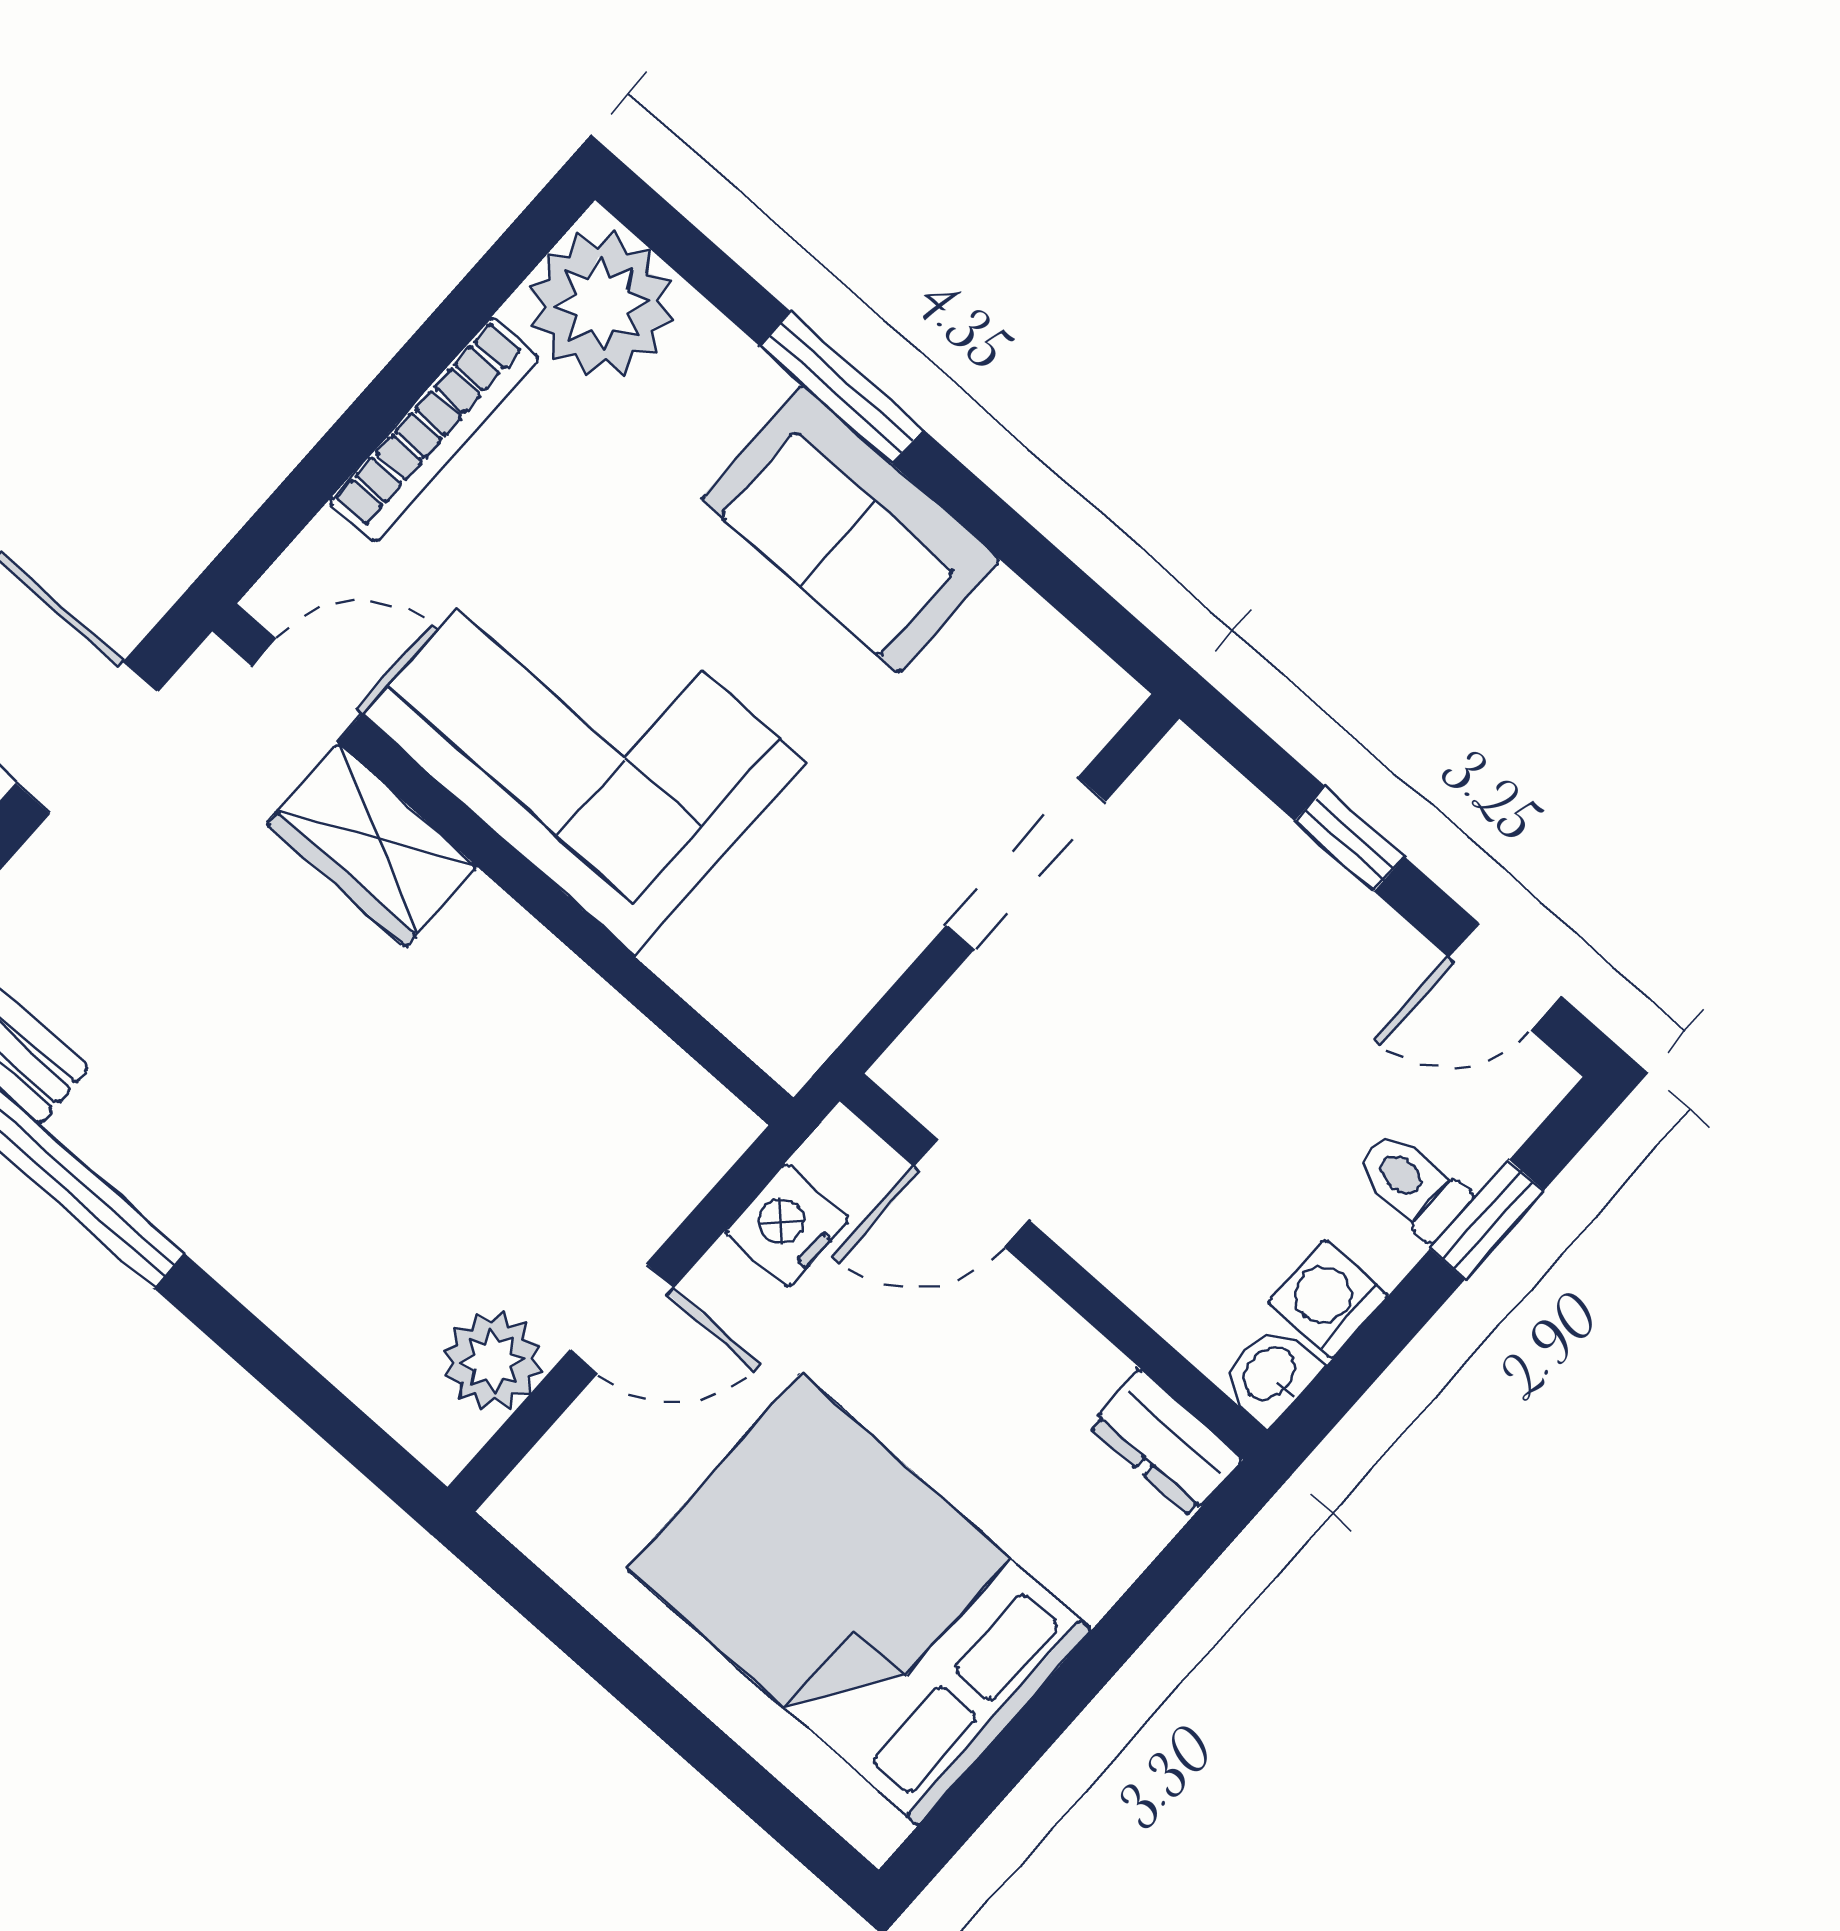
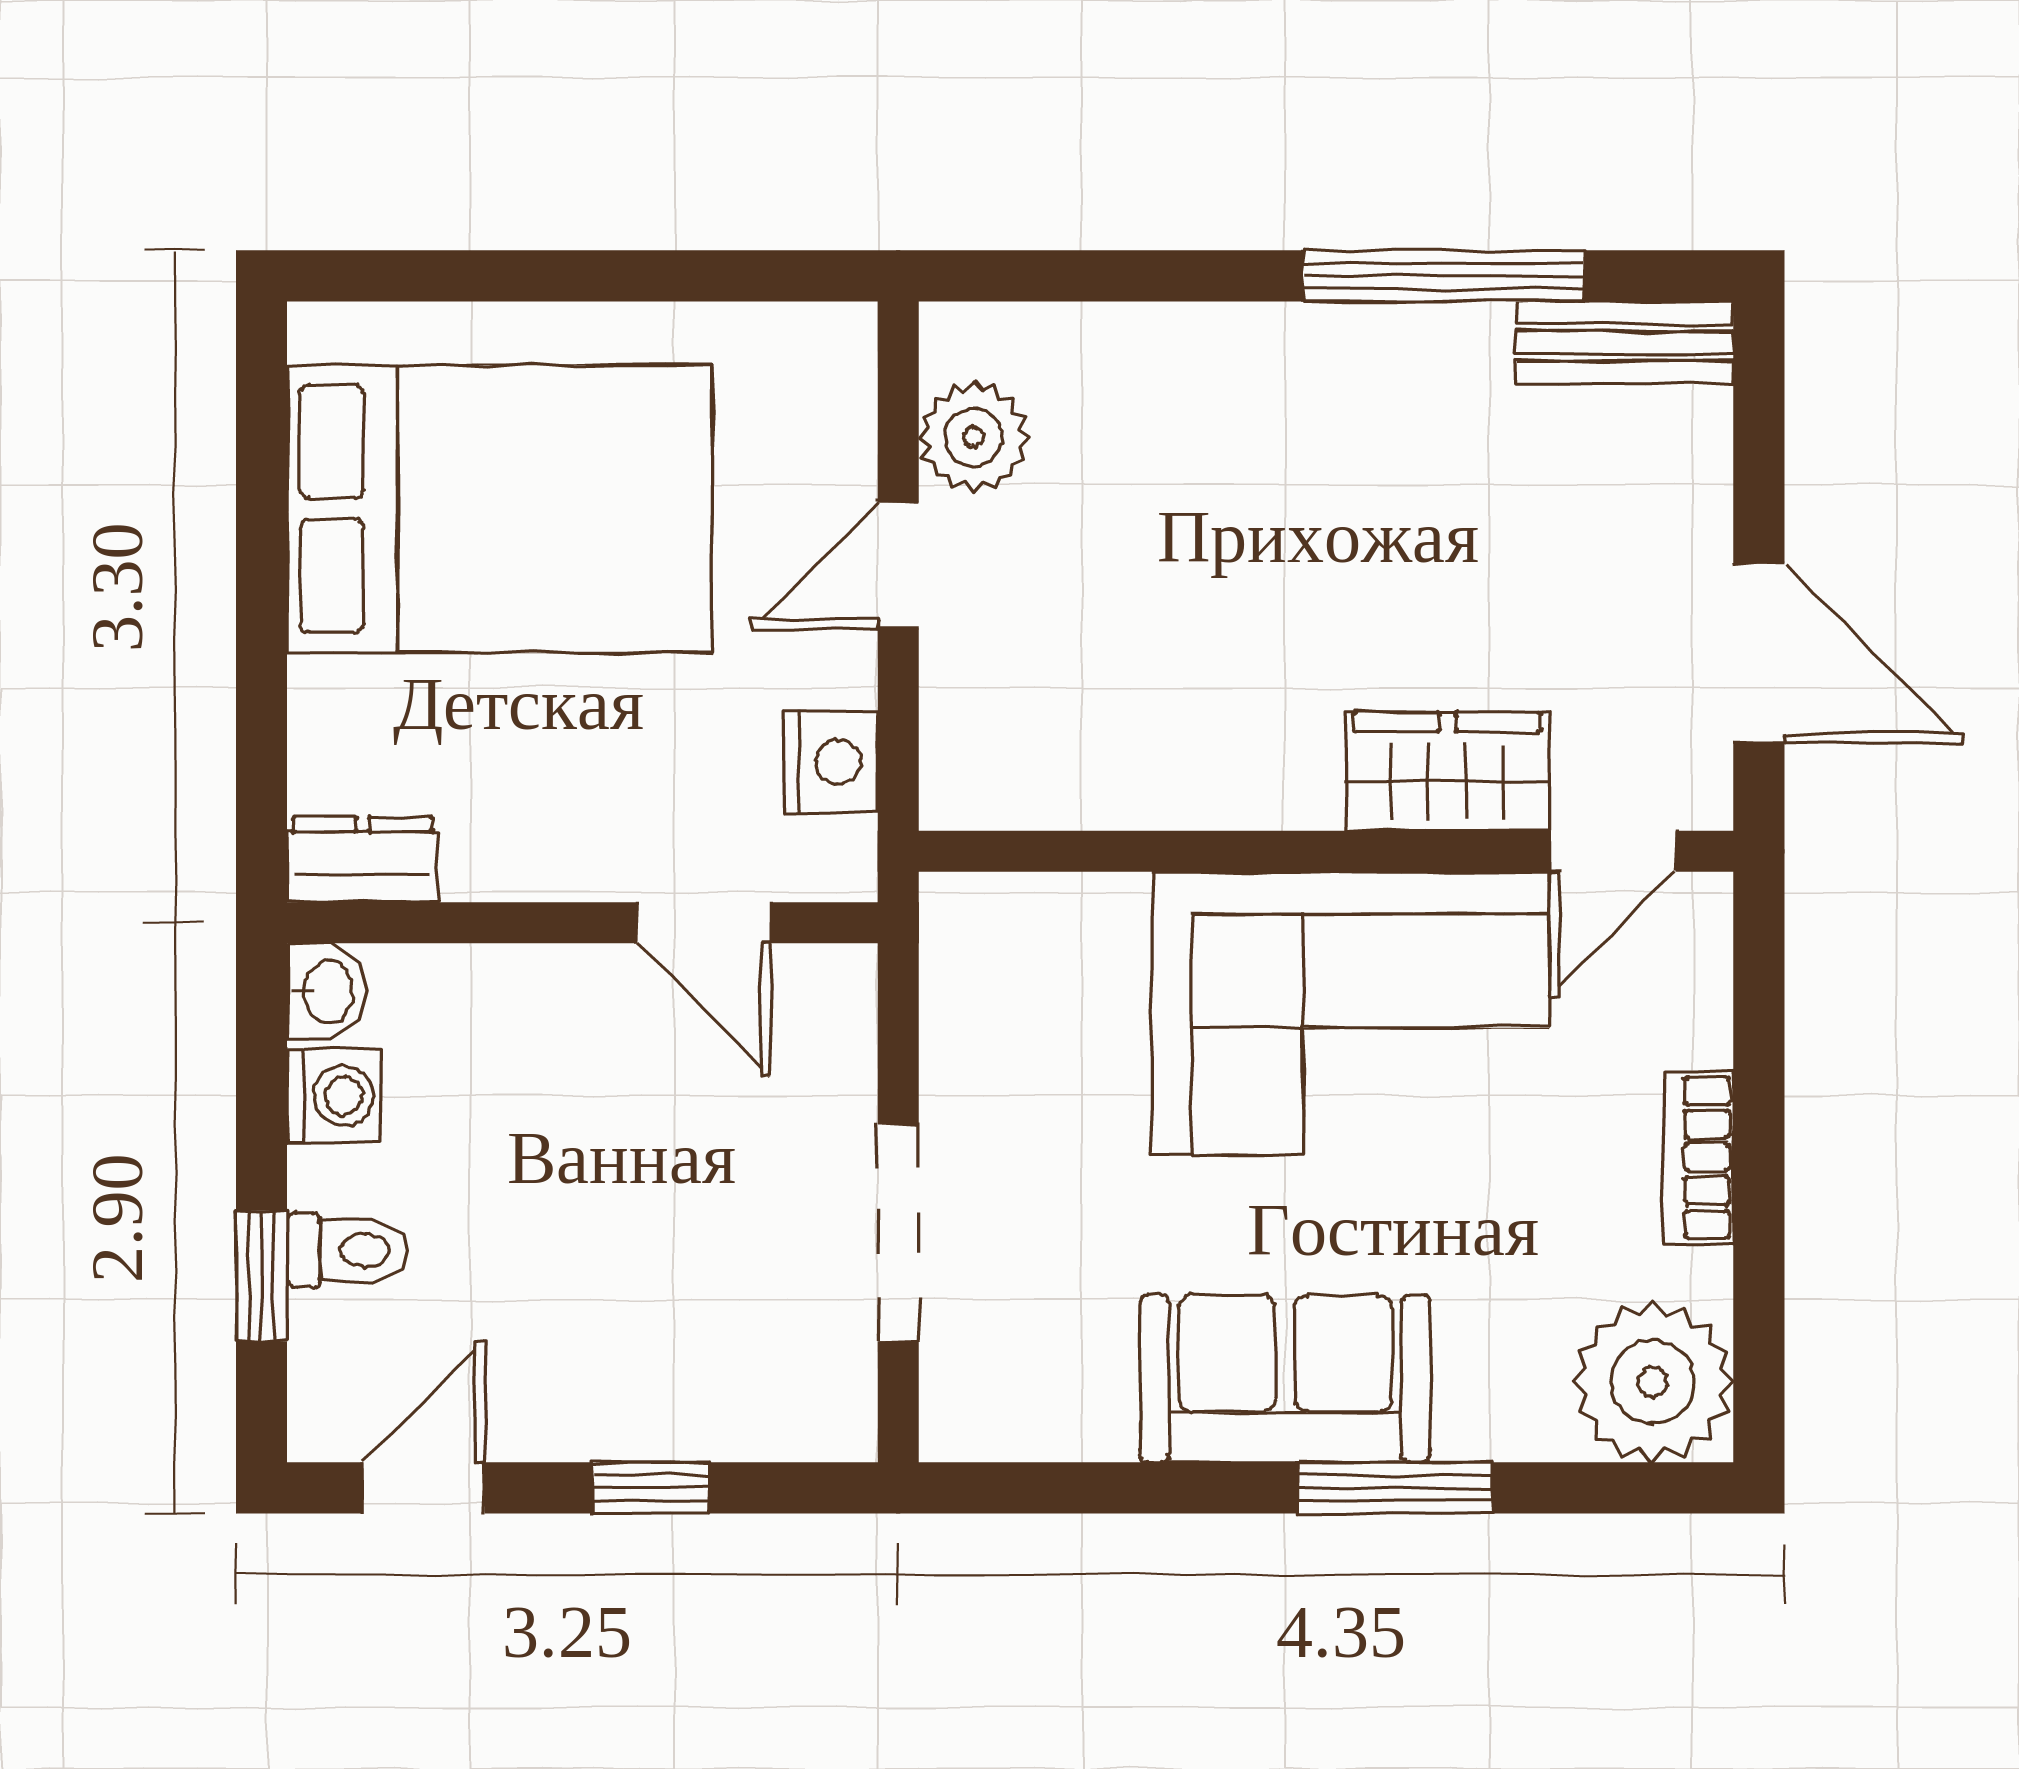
bookcase: (434, 429) -> (1699, 1157), width x0.64
door: (971, 1193) -> (704, 923), swing flipped

